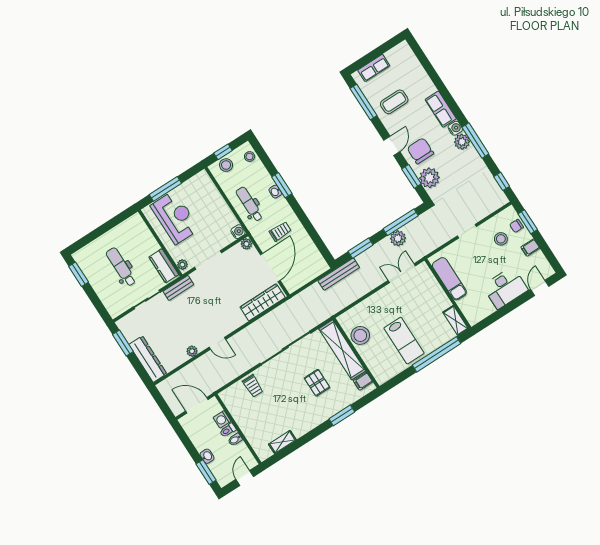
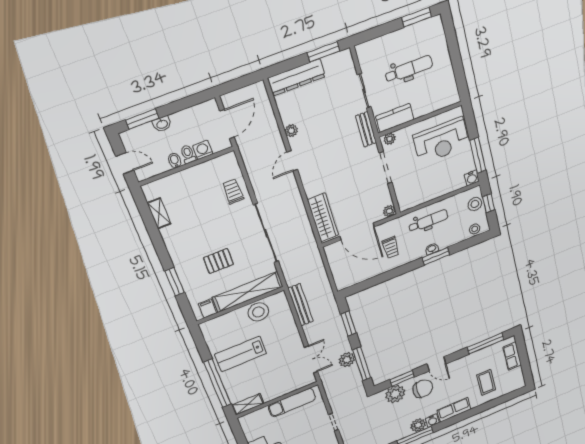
coffee table: (394, 102) -> (486, 382), moved
window: (165, 189) -> (478, 155), moved
water cooler: (238, 232) -> (472, 178), moved
bench: (339, 274) -> (301, 305), moved
trolley: (253, 386) -> (233, 191), turned 90

